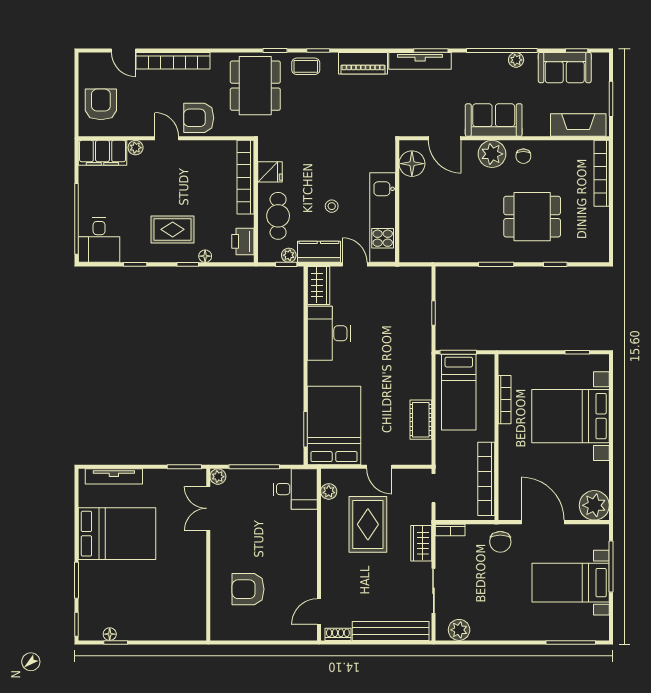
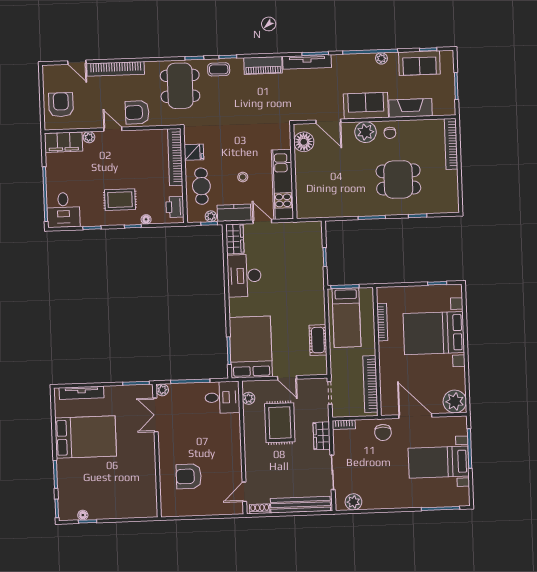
fireplace: (578, 125) -> (411, 108), moved

